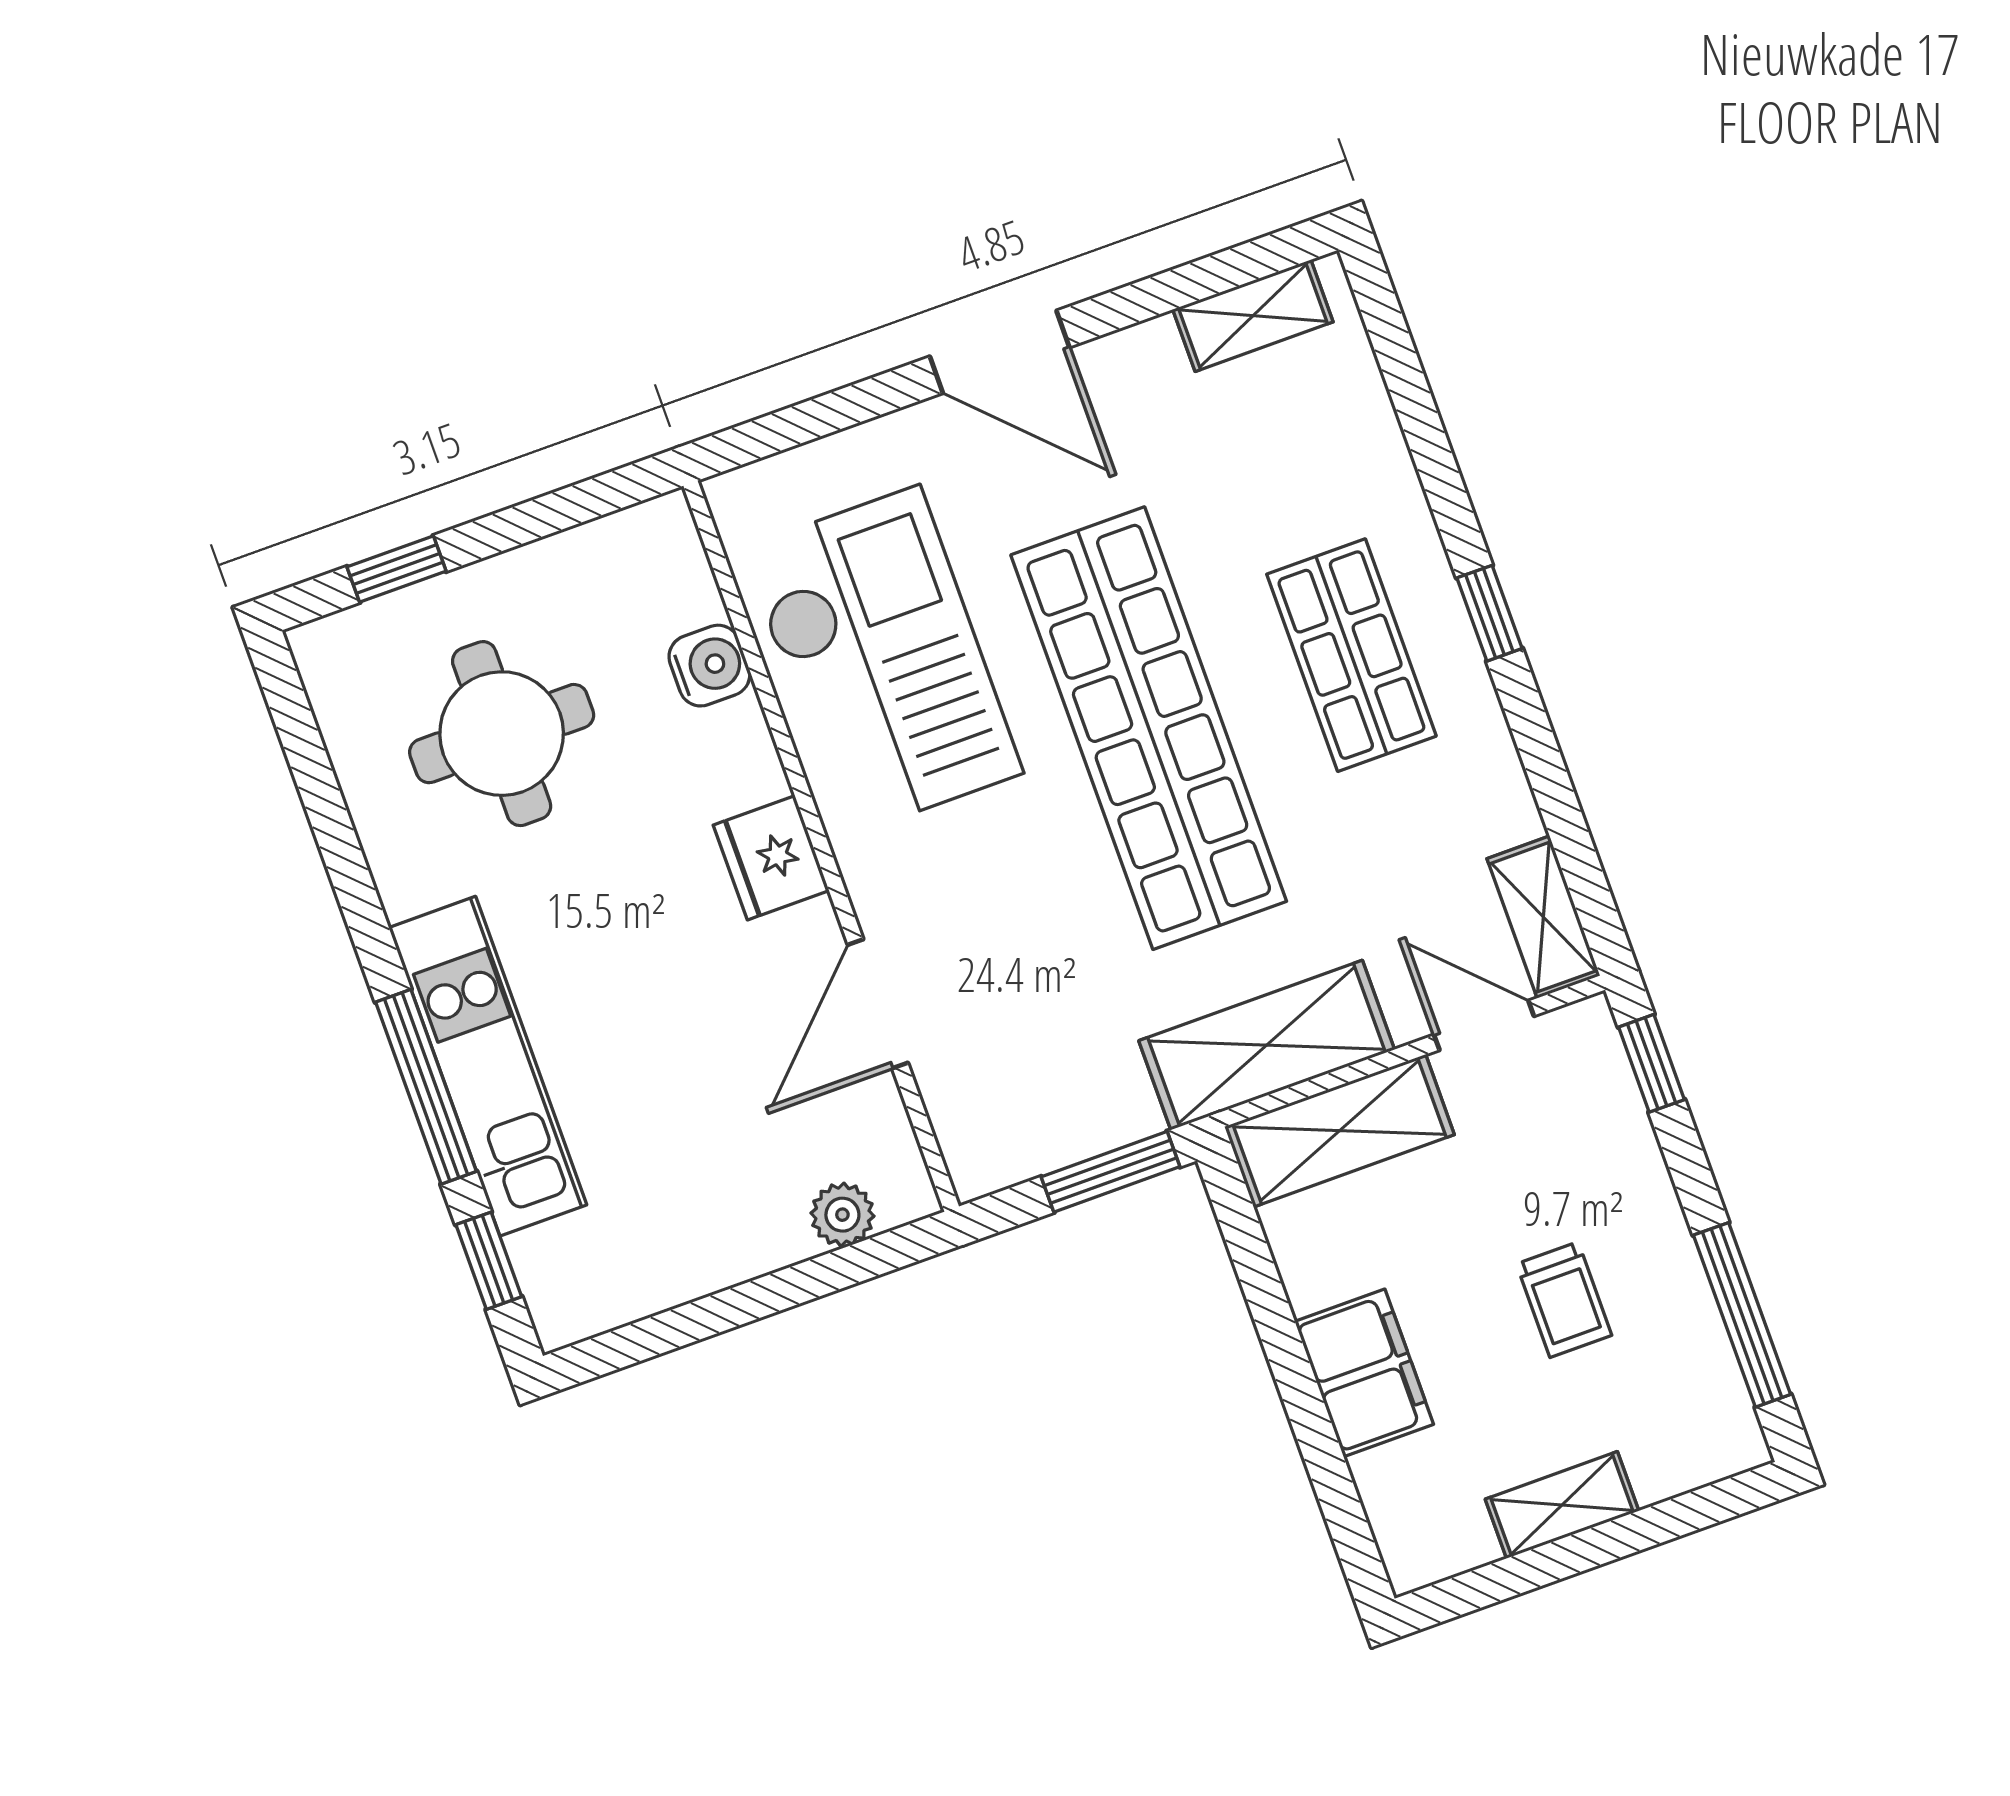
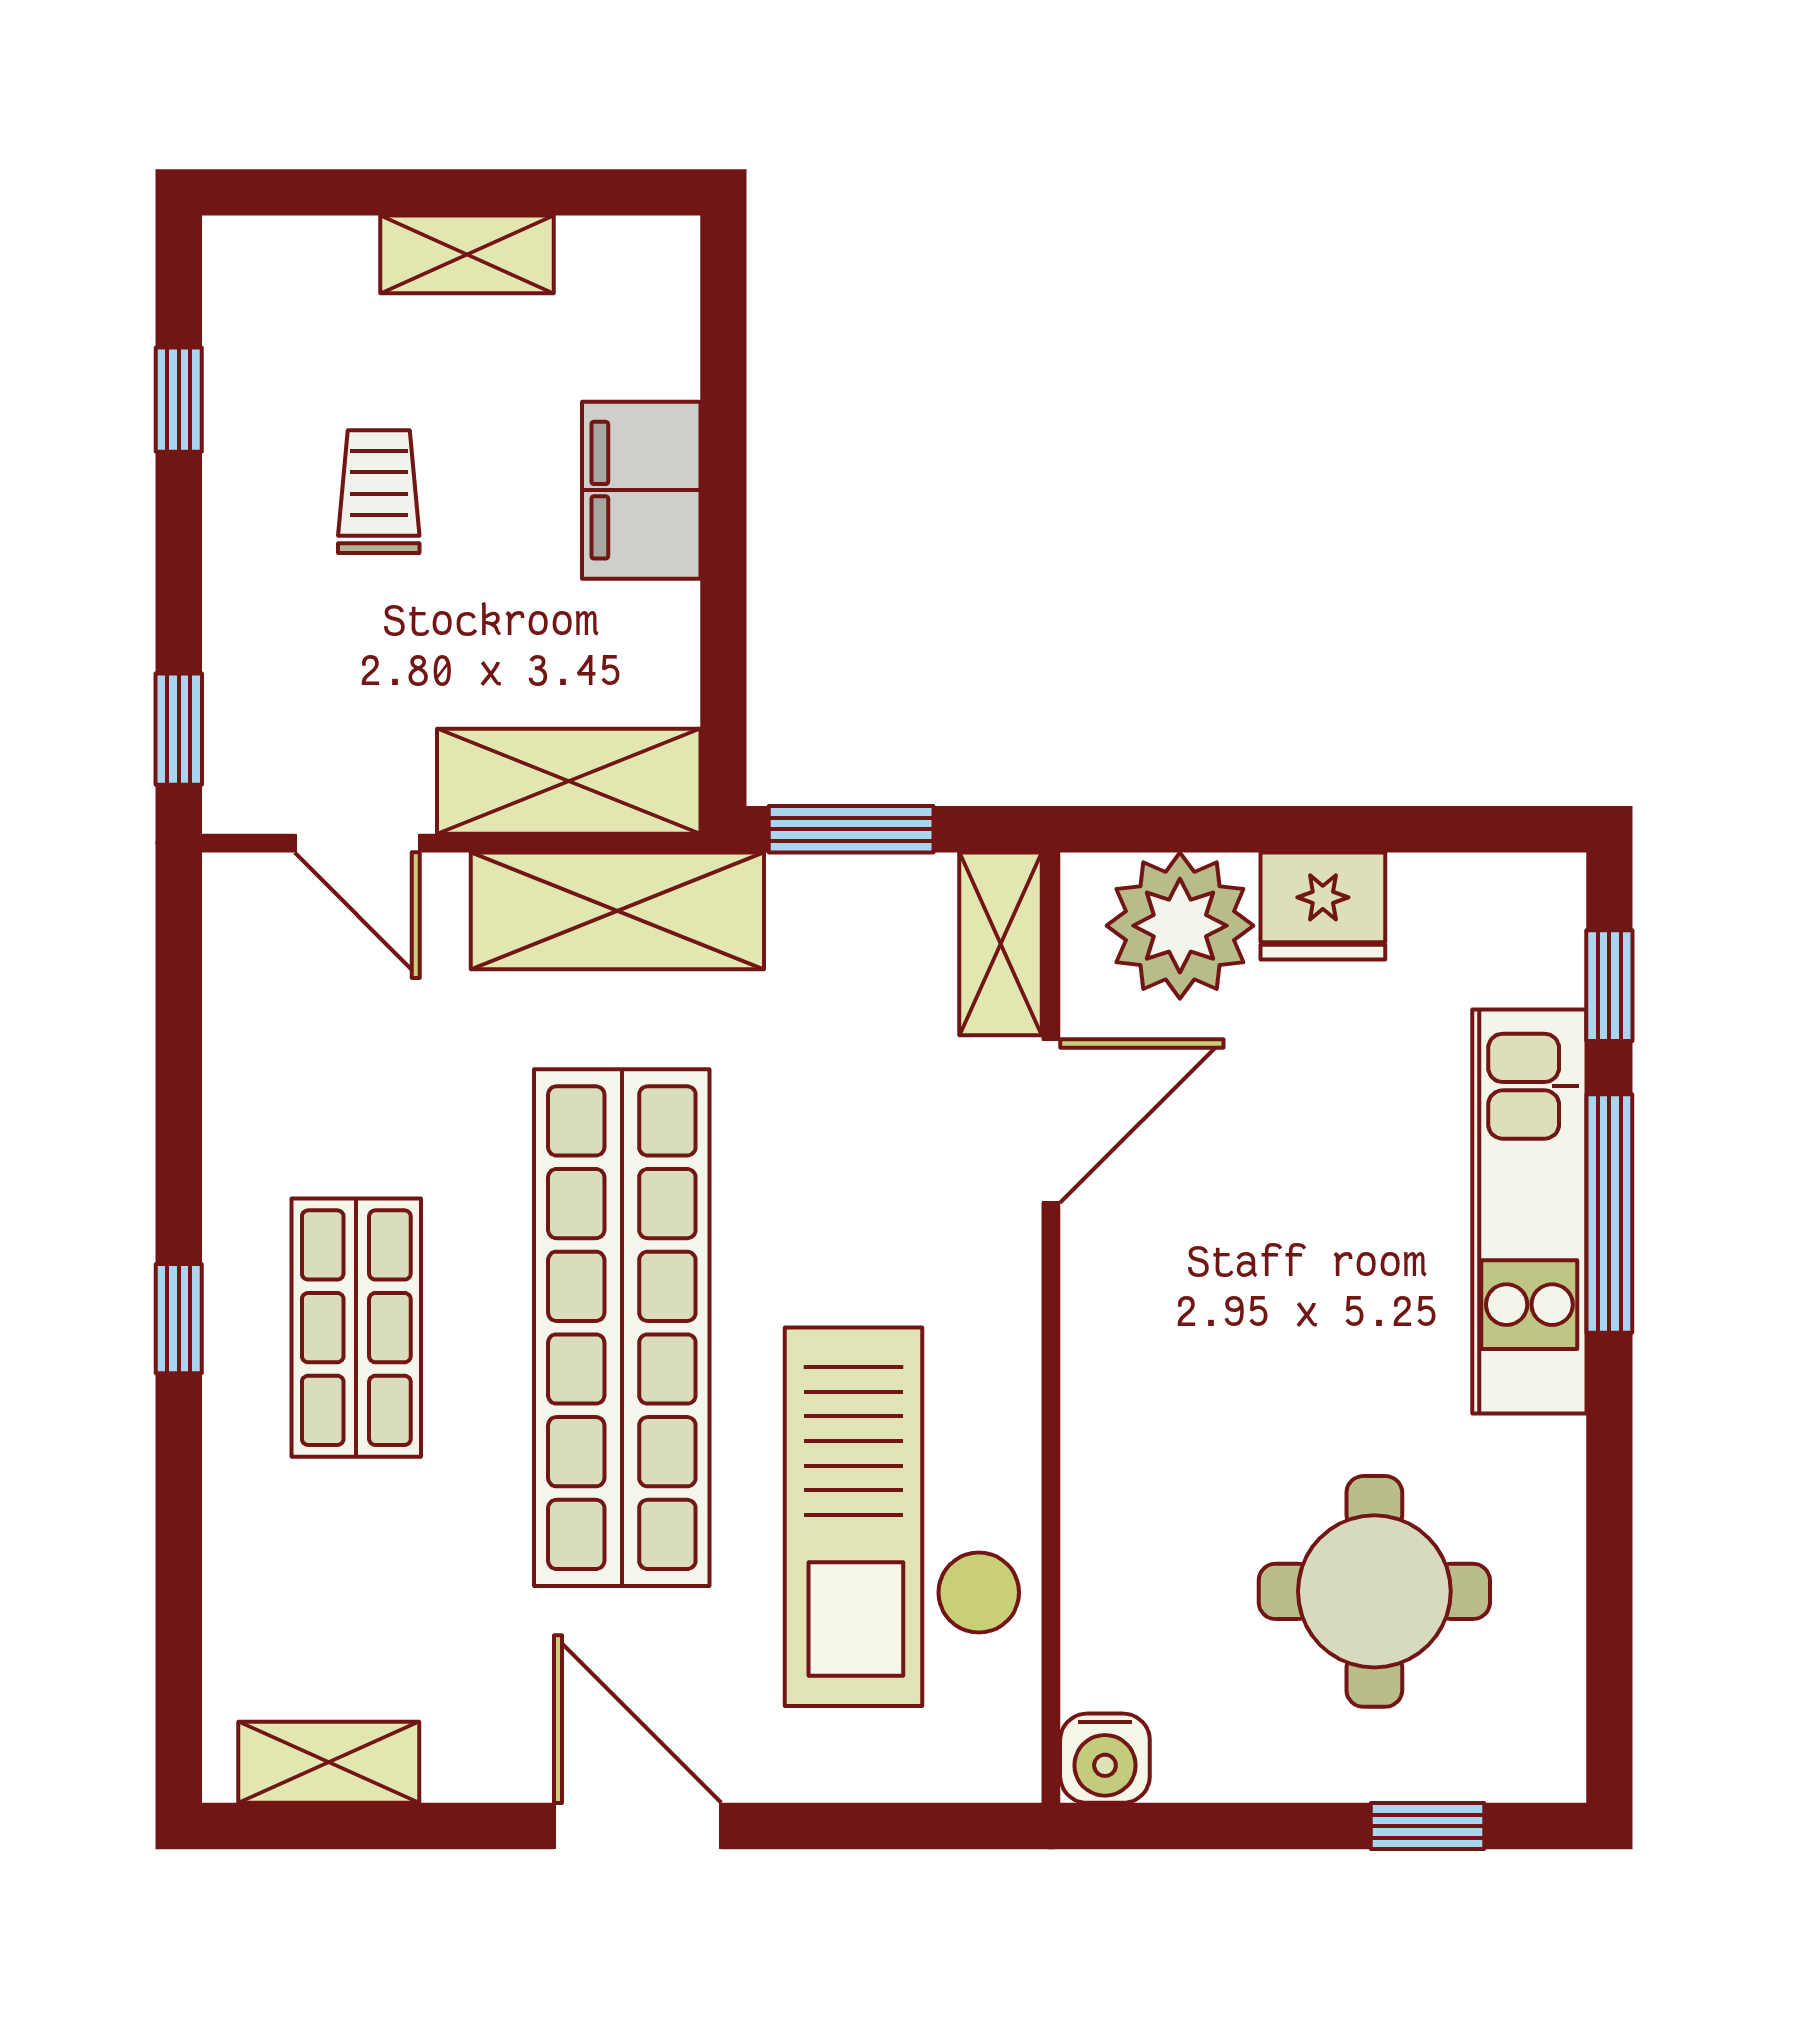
water cooler: (709, 666) -> (1105, 1758), moved, turned -90
fridge: (771, 858) -> (1323, 906), moved, turned 90
shelving: (1543, 917) -> (1001, 944), moved
plant: (842, 1215) -> (1180, 926), width x1.88, depth x1.88
window: (1742, 1315) -> (179, 400), width x0.46

